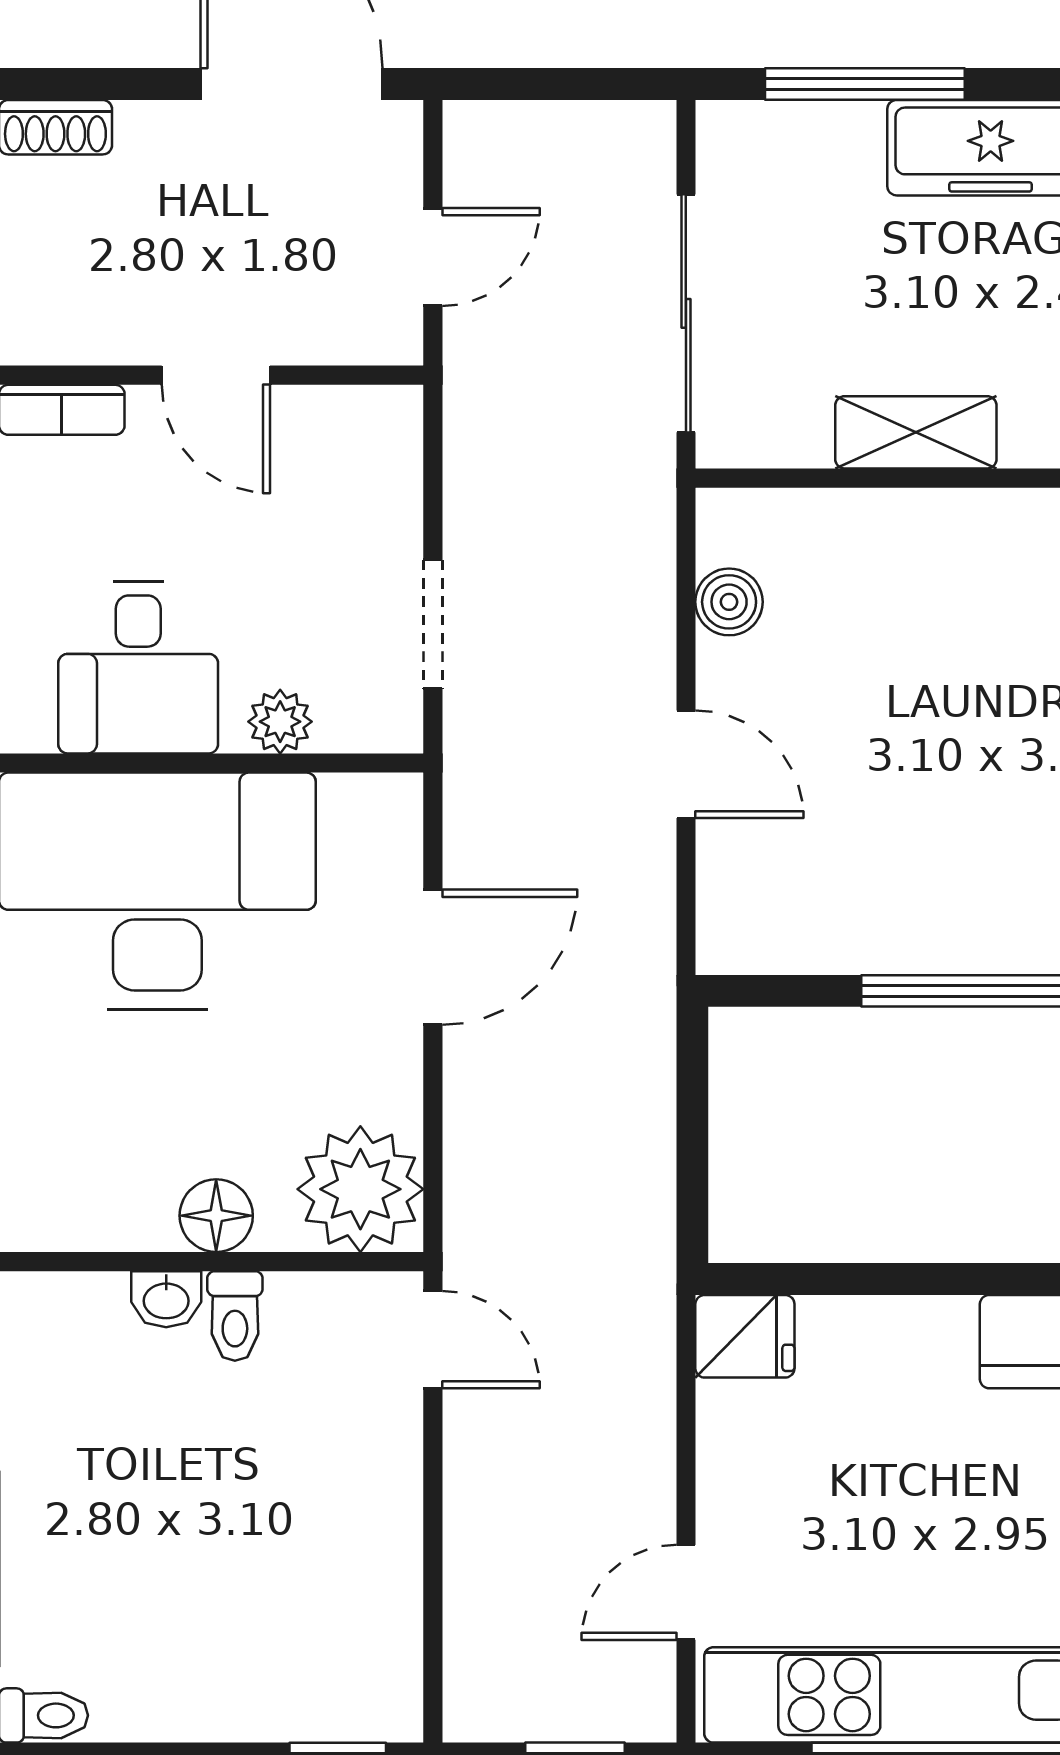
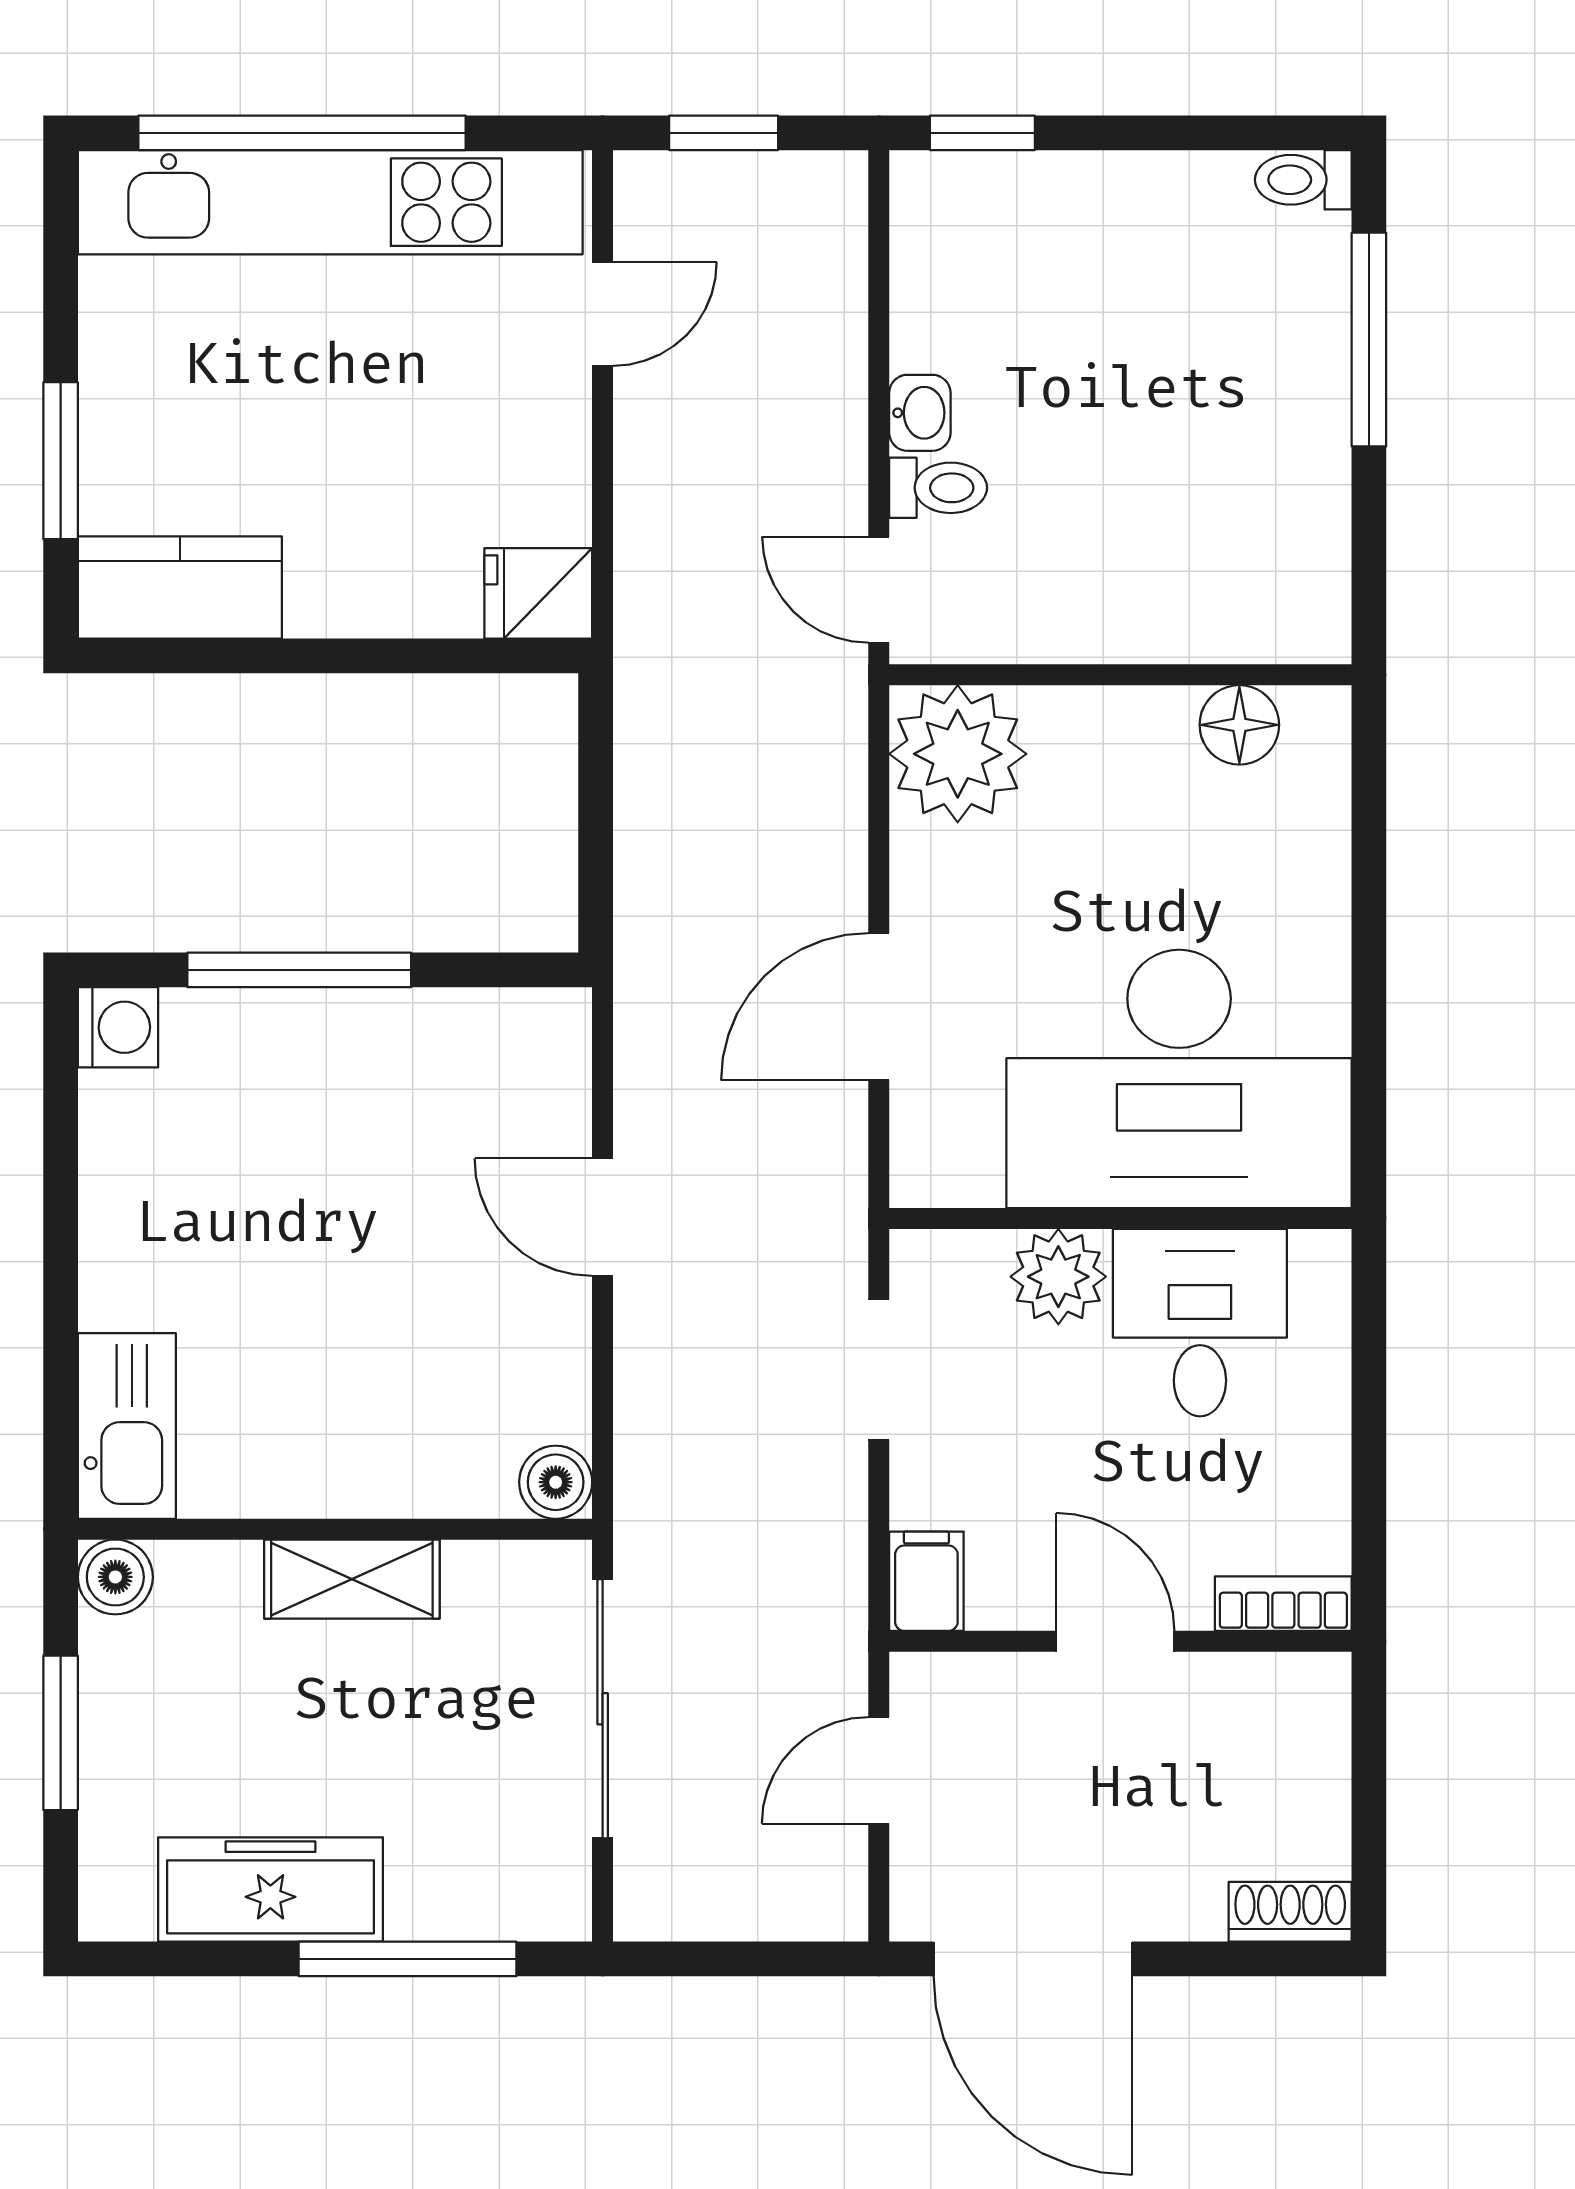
filing cabinet: (389, 430) -> (926, 1581), added
boiler: (729, 602) -> (556, 1482), moved
plant: (280, 722) -> (1058, 1277), width x1.38, depth x1.38
floor lamp: (216, 1216) -> (1239, 725), moved
washbasin: (166, 1299) -> (920, 413), moved, turned 90
toilet: (235, 1316) -> (938, 488), moved, turned 90

